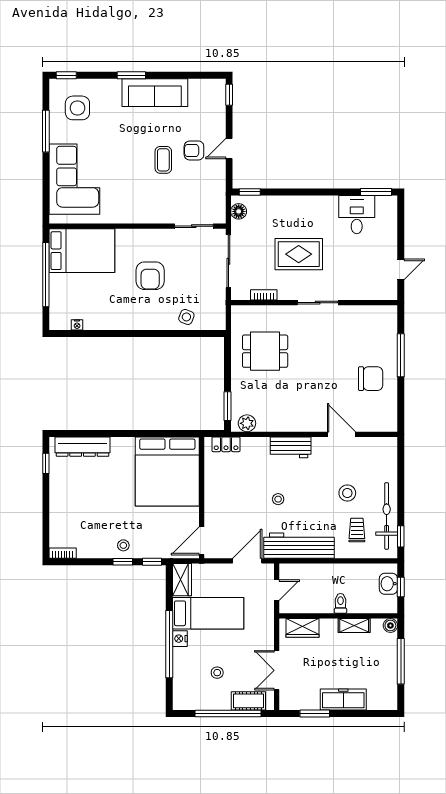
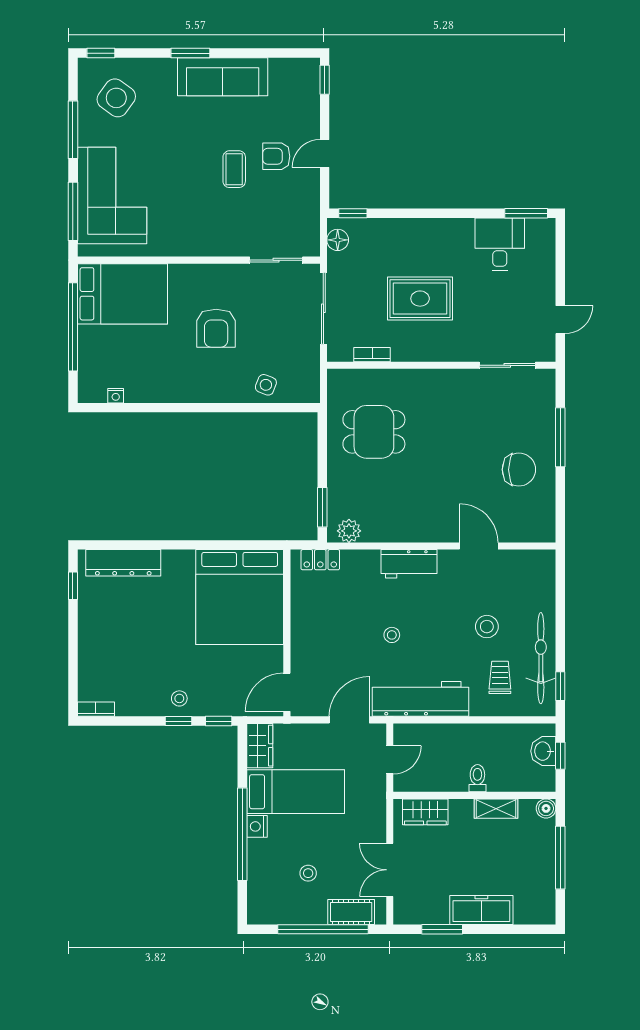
side table: (77, 108) -> (116, 98), turned 36
window: (46, 191) -> (73, 211), added
sliding door: (318, 303) -> (507, 365), moved

